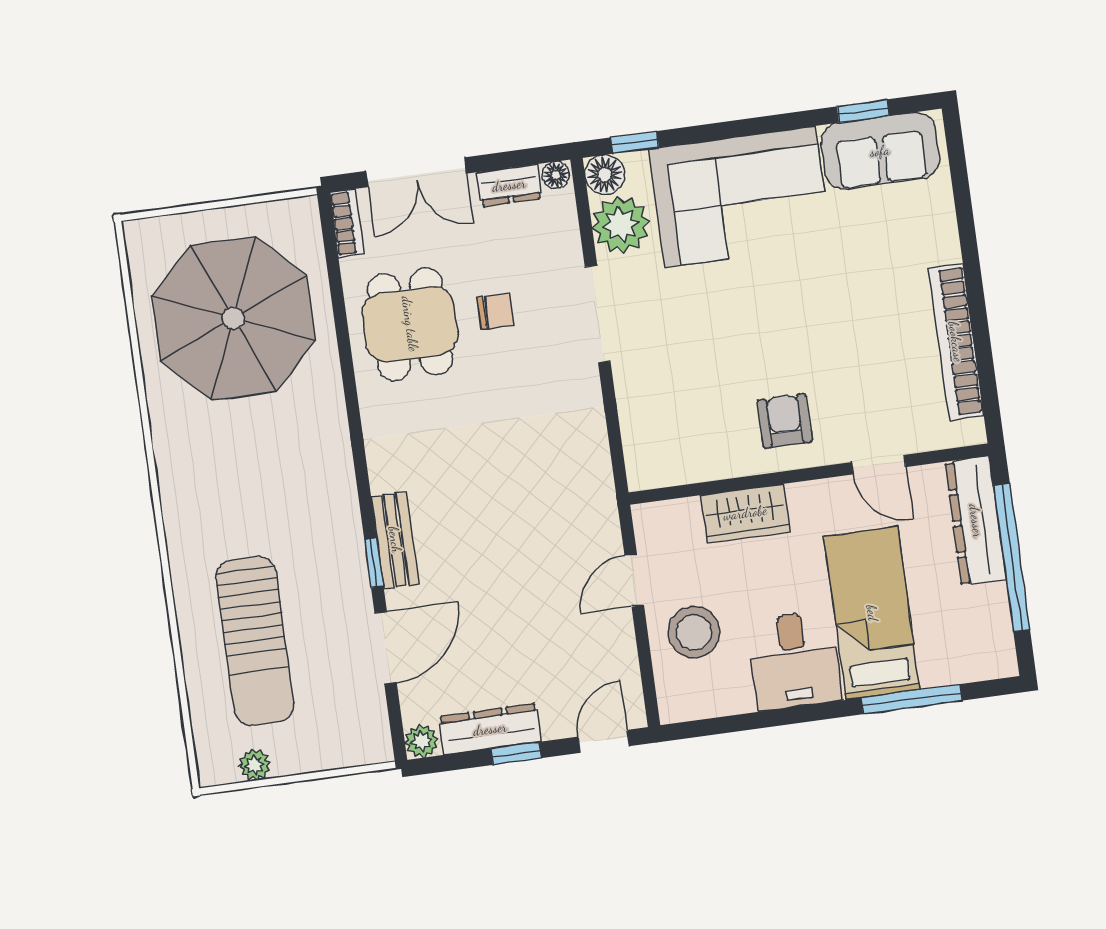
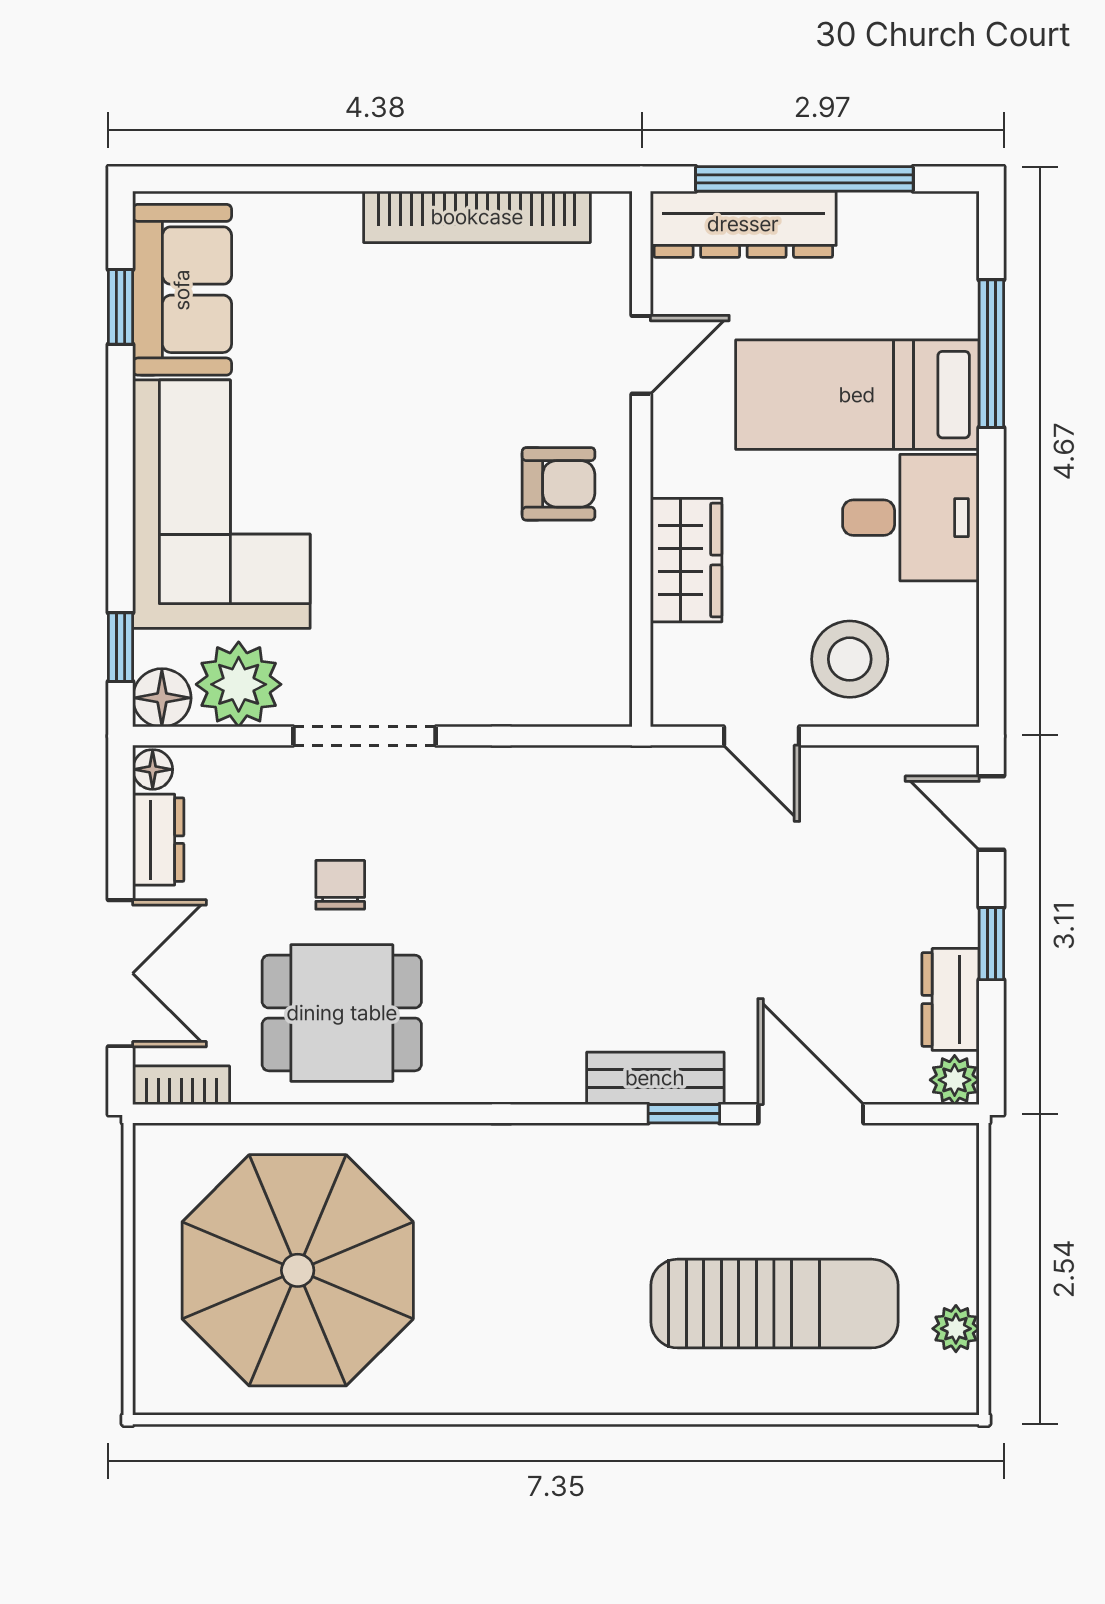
armchair: (785, 421) -> (559, 484), turned 180
dresser: (490, 729) -> (951, 999), width x0.70

